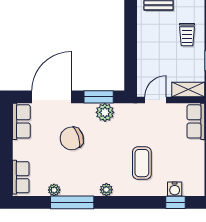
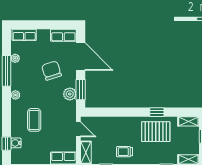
coffee table: (142, 163) -> (34, 120), turned 90

